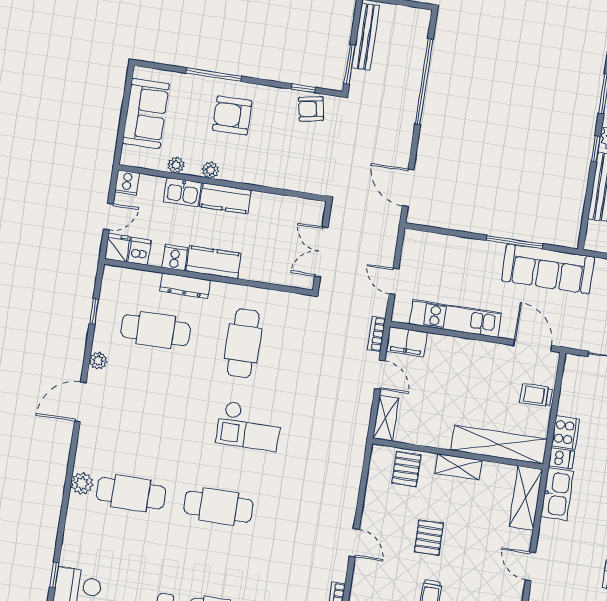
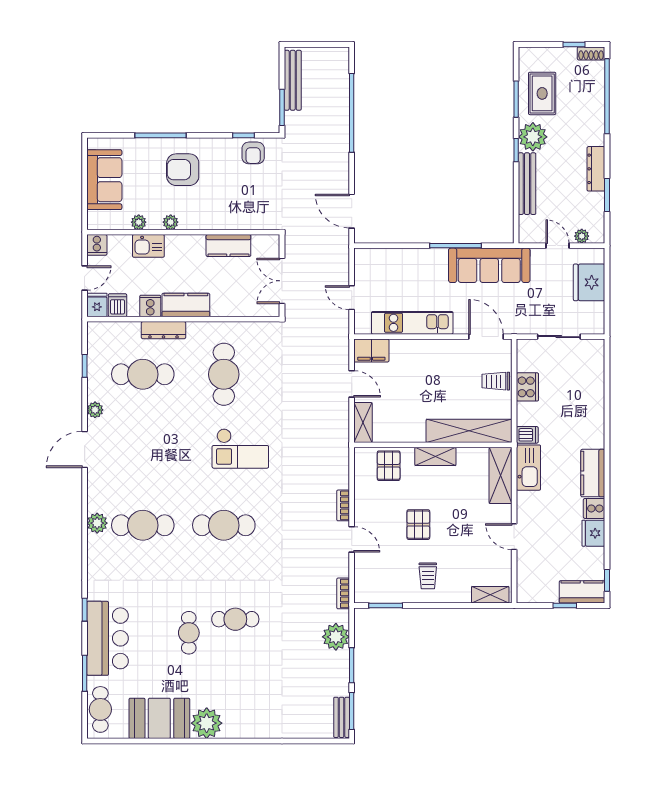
armchair: (311, 109) -> (253, 153), turned -80
kitchen counter: (225, 198) -> (228, 246), moved
bookcase: (376, 334) -> (343, 505), moved
cooker: (565, 432) -> (527, 387), moved

